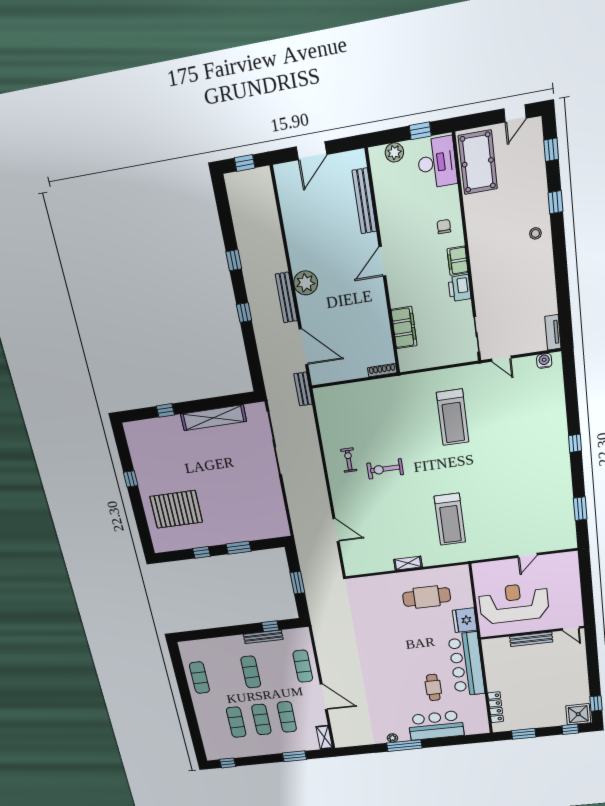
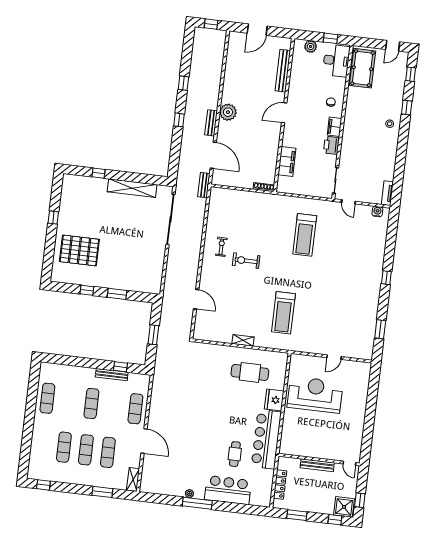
bench: (286, 298) -> (211, 123), width x0.73
door: (571, 628) -> (349, 463), moved
wall: (532, 633) -> (319, 460), moved
bench: (531, 639) -> (317, 465), moved

